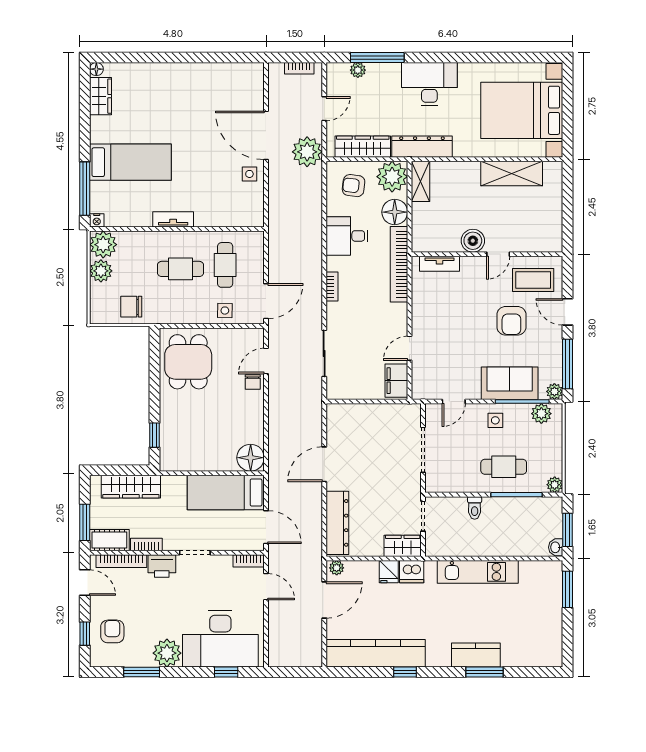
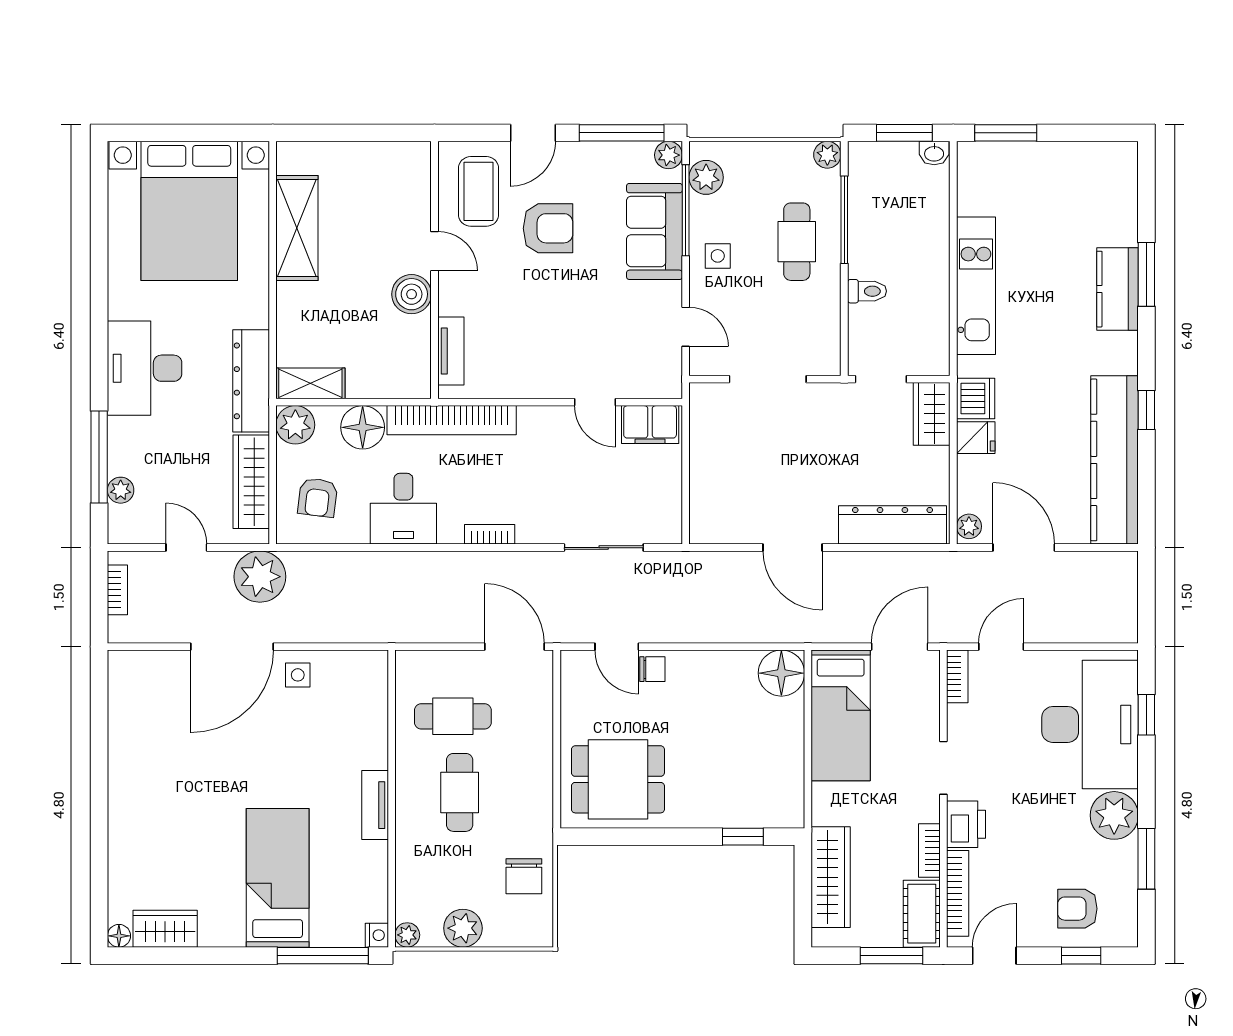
plant: (392, 177) -> (295, 425), width x0.73, depth x0.73
plant: (103, 245) -> (407, 935), width x0.53, depth x0.53
side table: (225, 311) -> (531, 717), removed

